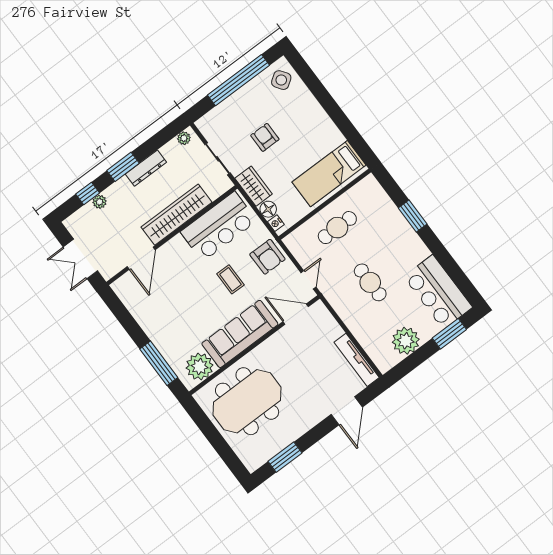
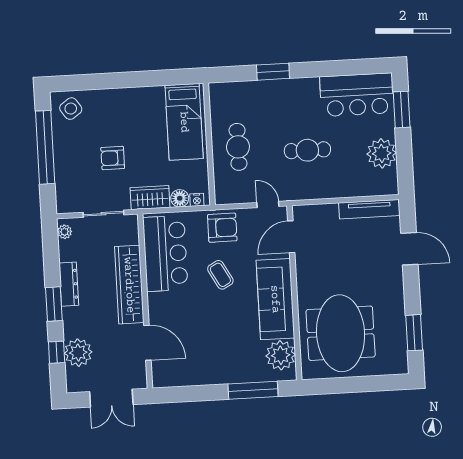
plant: (100, 202) -> (78, 353), width x1.87, depth x1.87
coffee table: (230, 279) -> (220, 275), turned 61

